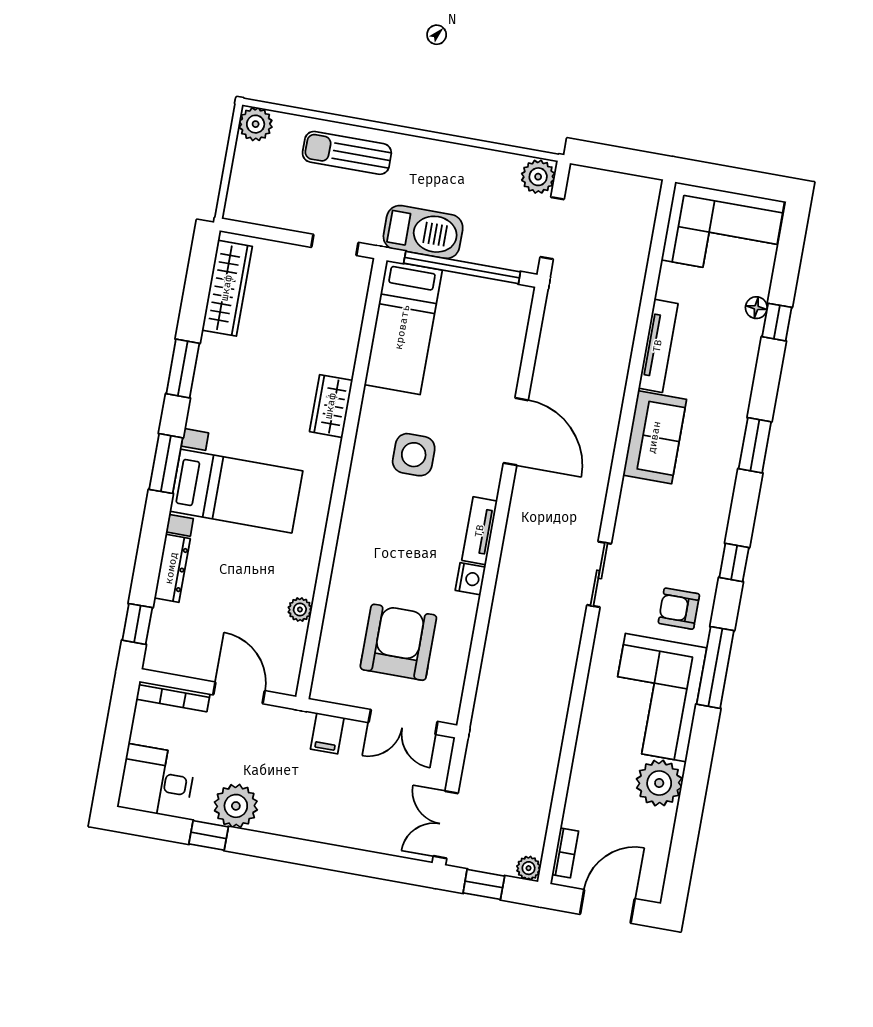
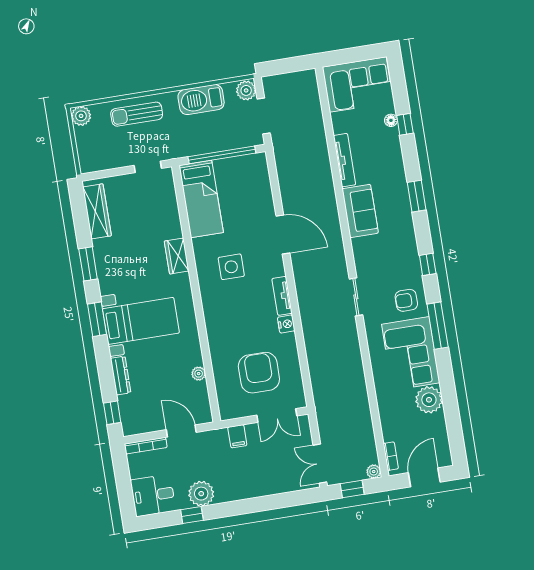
barbecue: (423, 232) -> (201, 100), moved, turned 180

